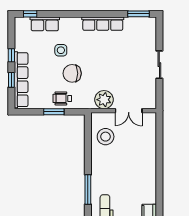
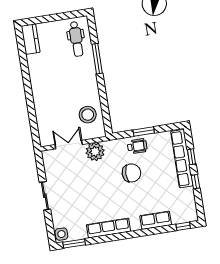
row of seats: (45, 24) -> (156, 220), moved
side table: (61, 50) -> (61, 234), moved

